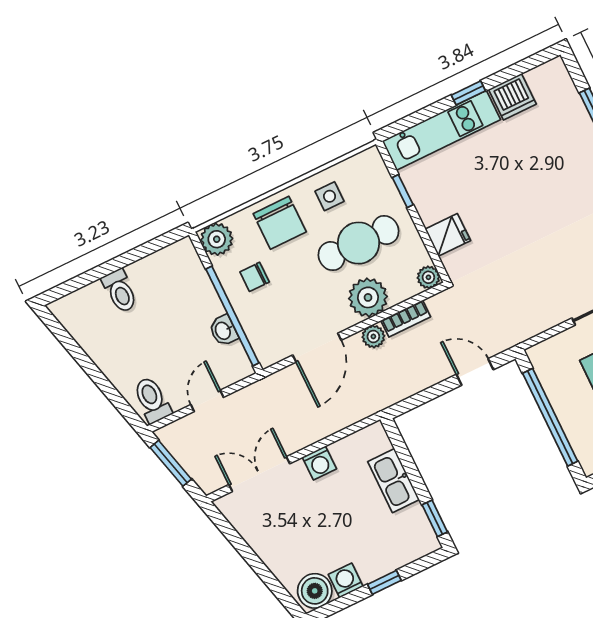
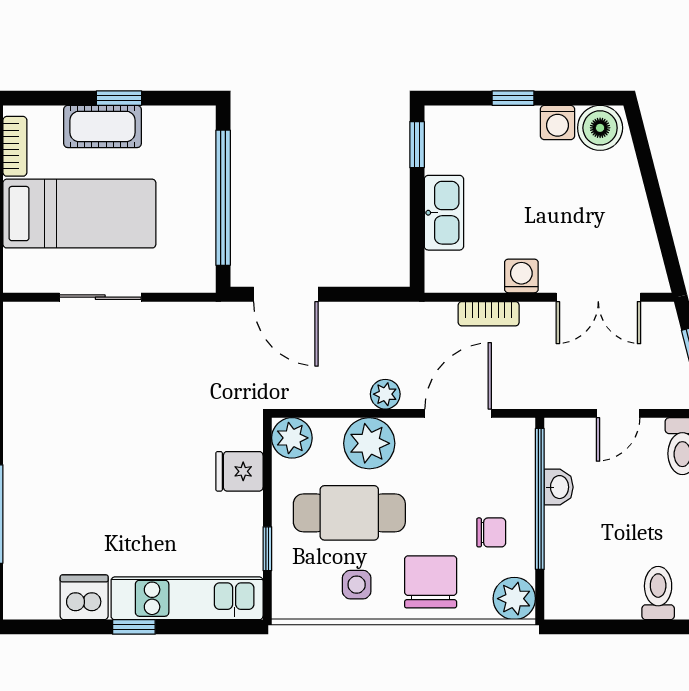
plant: (428, 277) -> (292, 438), width x1.38, depth x1.38
bookcase: (406, 319) -> (489, 314), moved, turned 180
door: (475, 372) -> (286, 294), width x1.38

